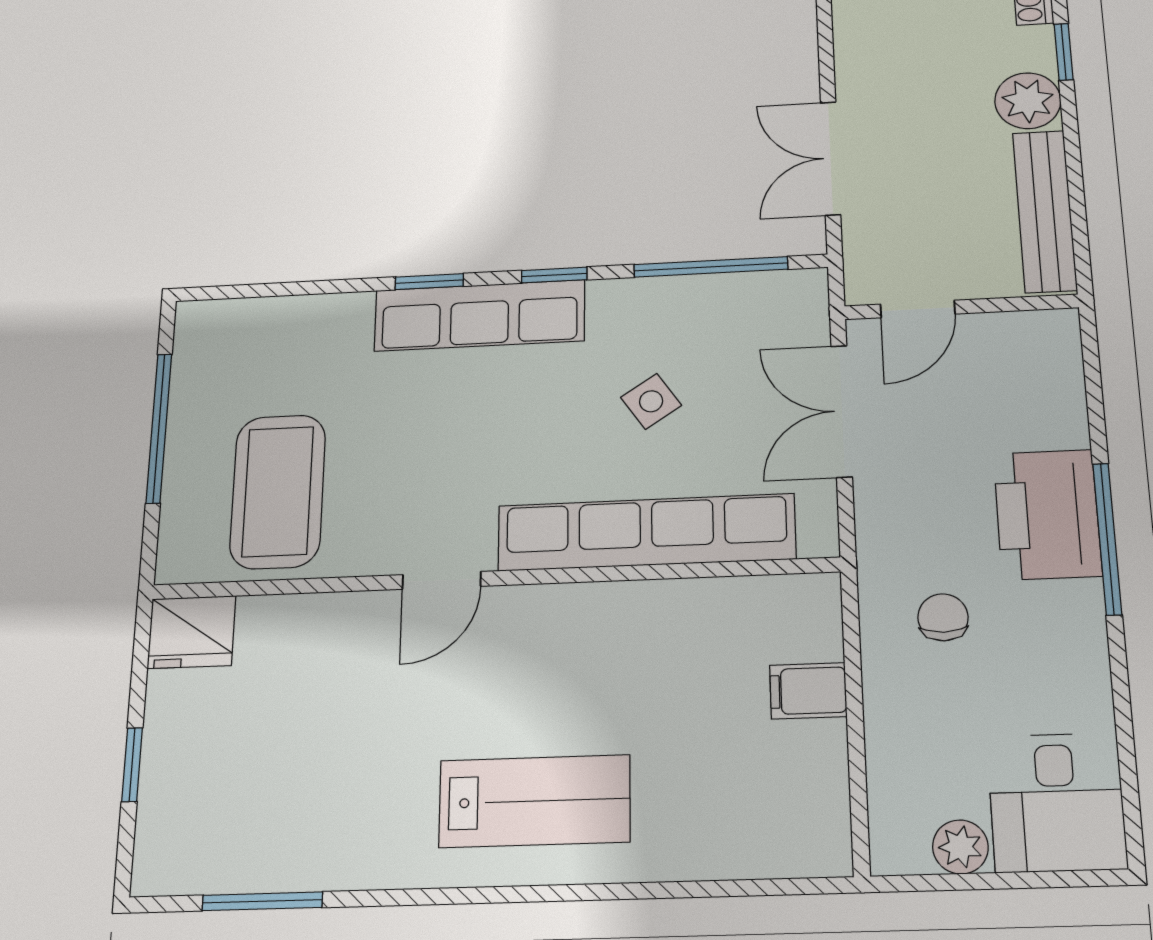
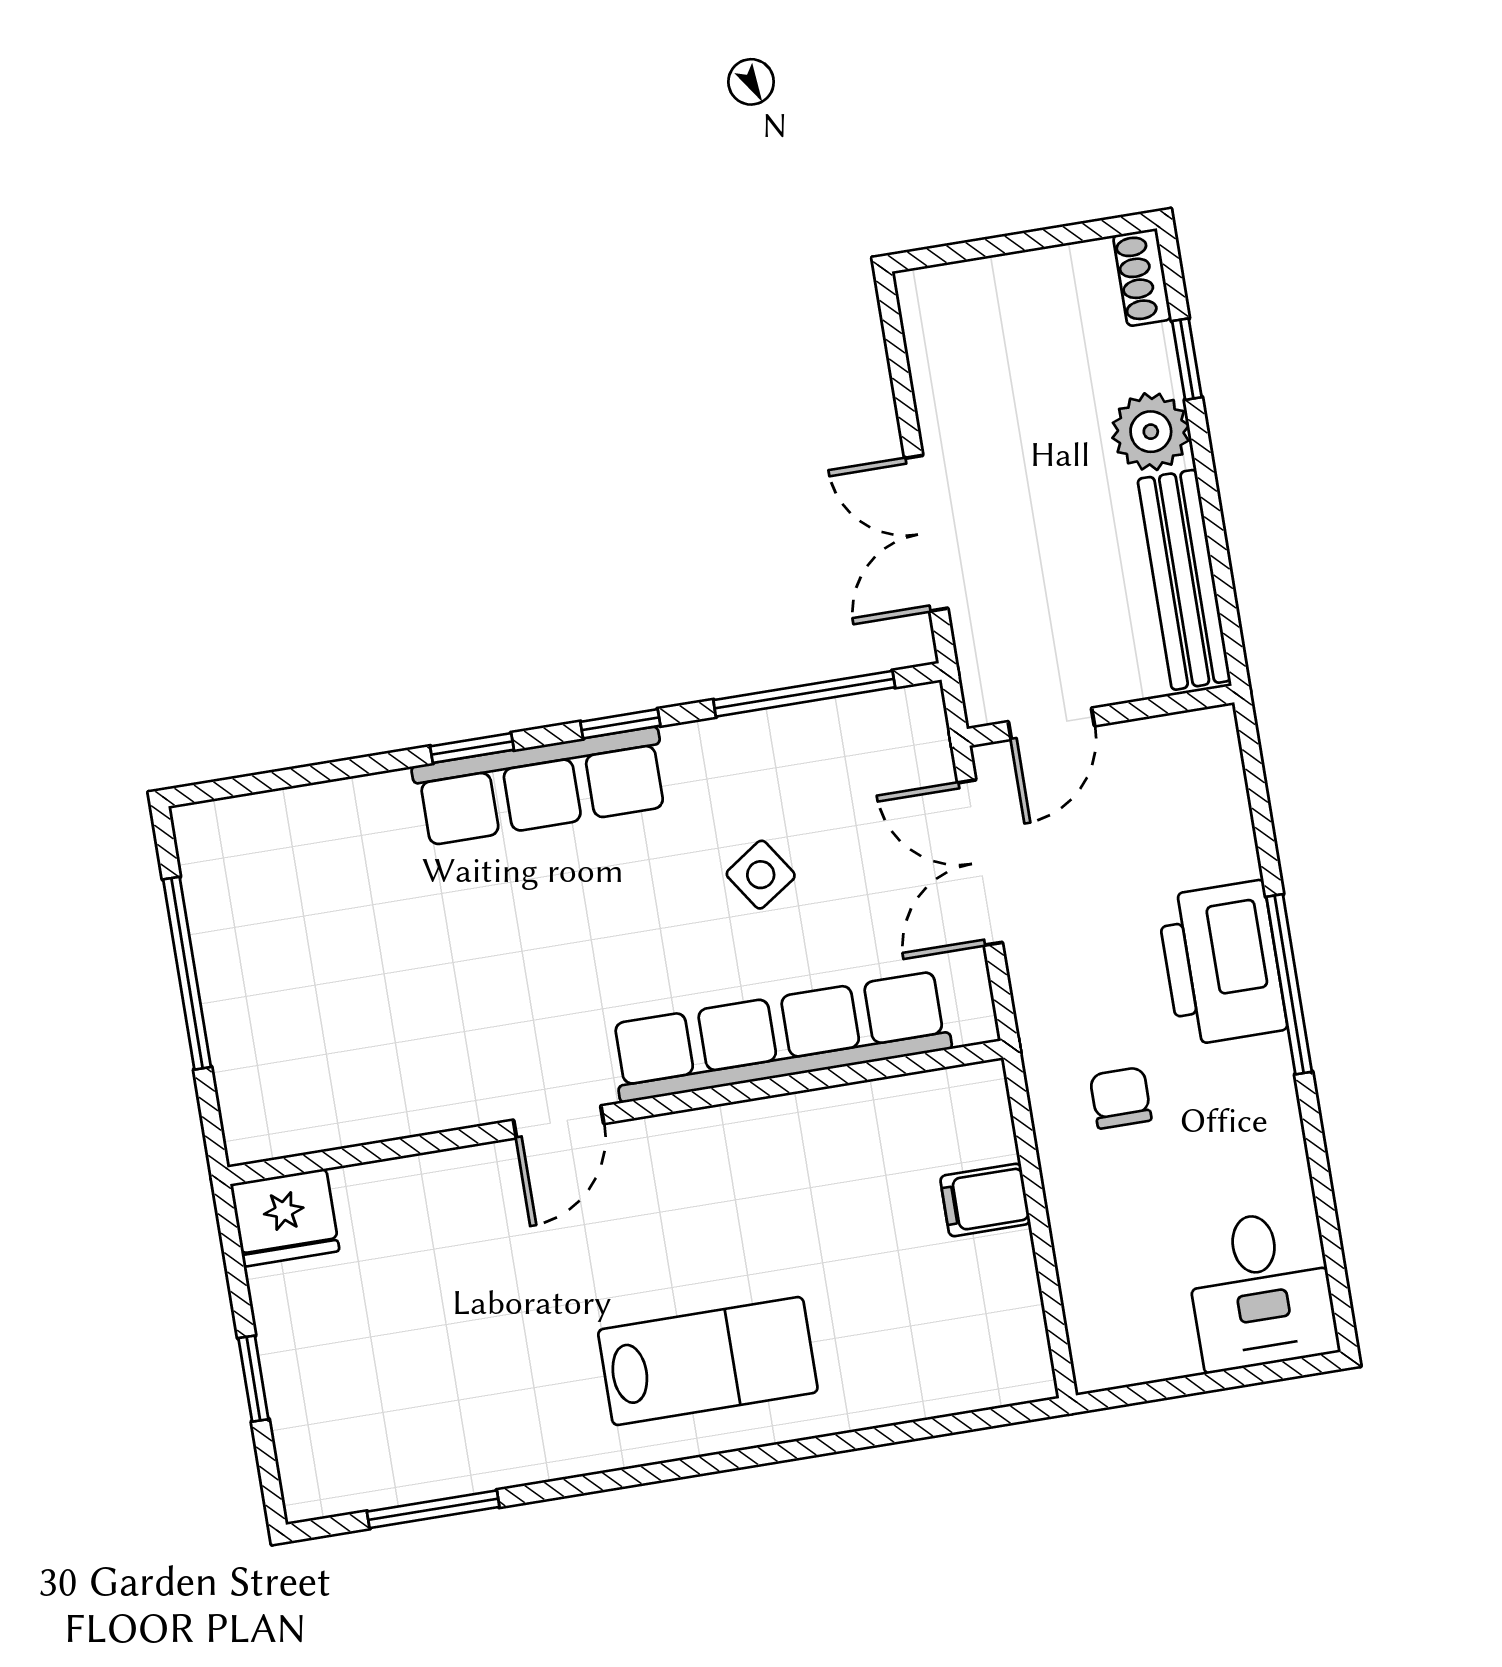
coffee table: (278, 491) -> (347, 1036), removed
plant: (960, 847) -> (1166, 1351), removed

